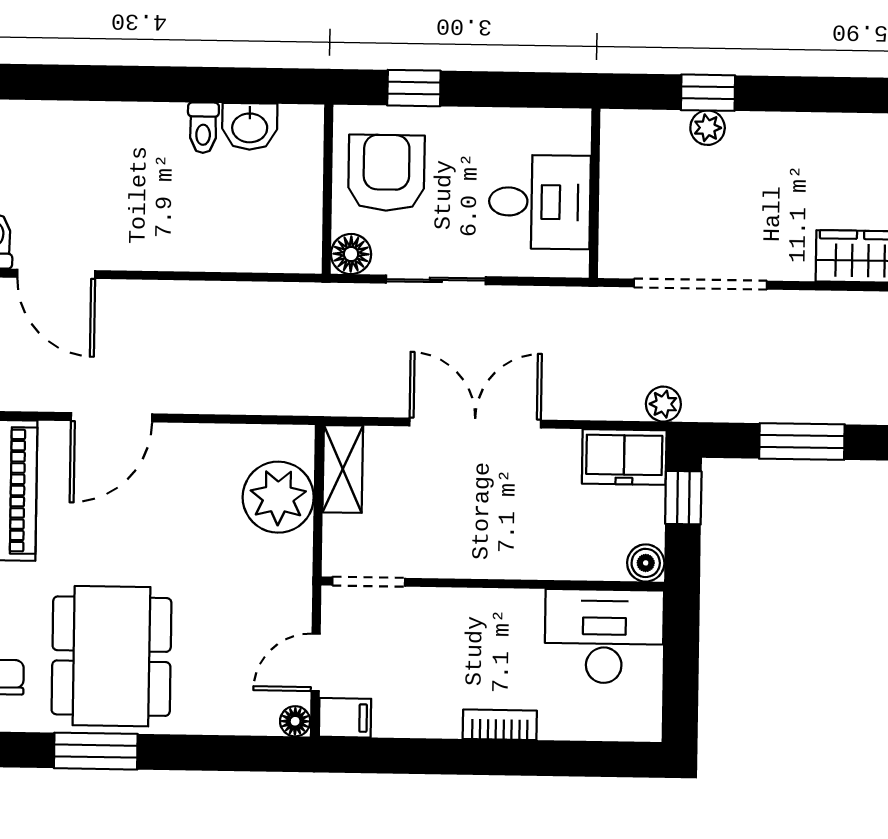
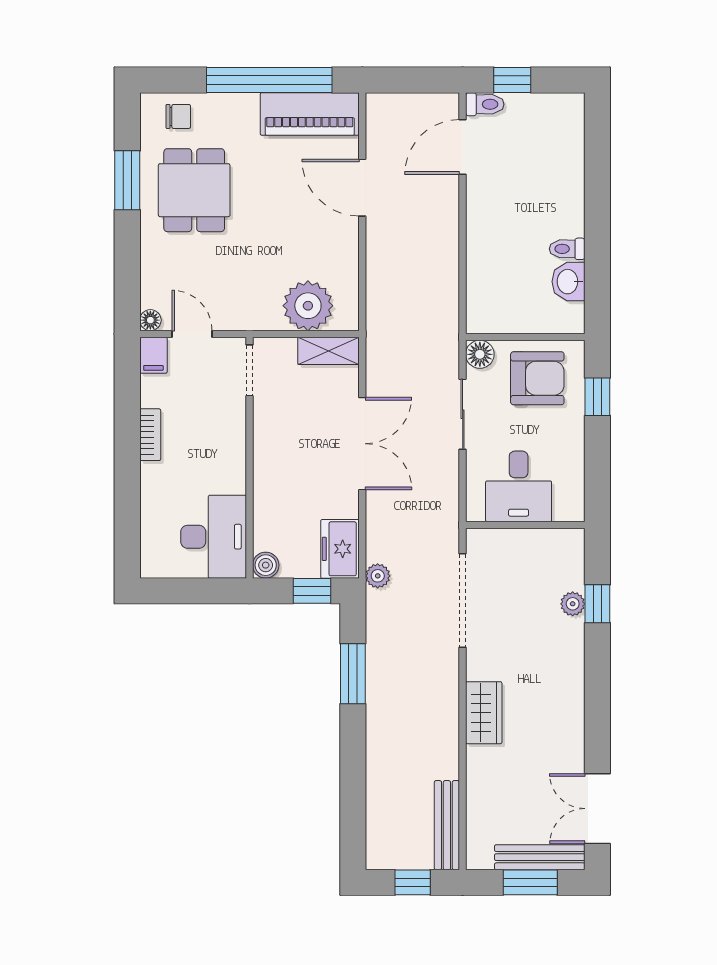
dining table: (111, 656) -> (194, 190), width x0.73
bookcase: (500, 725) -> (150, 435), moved

